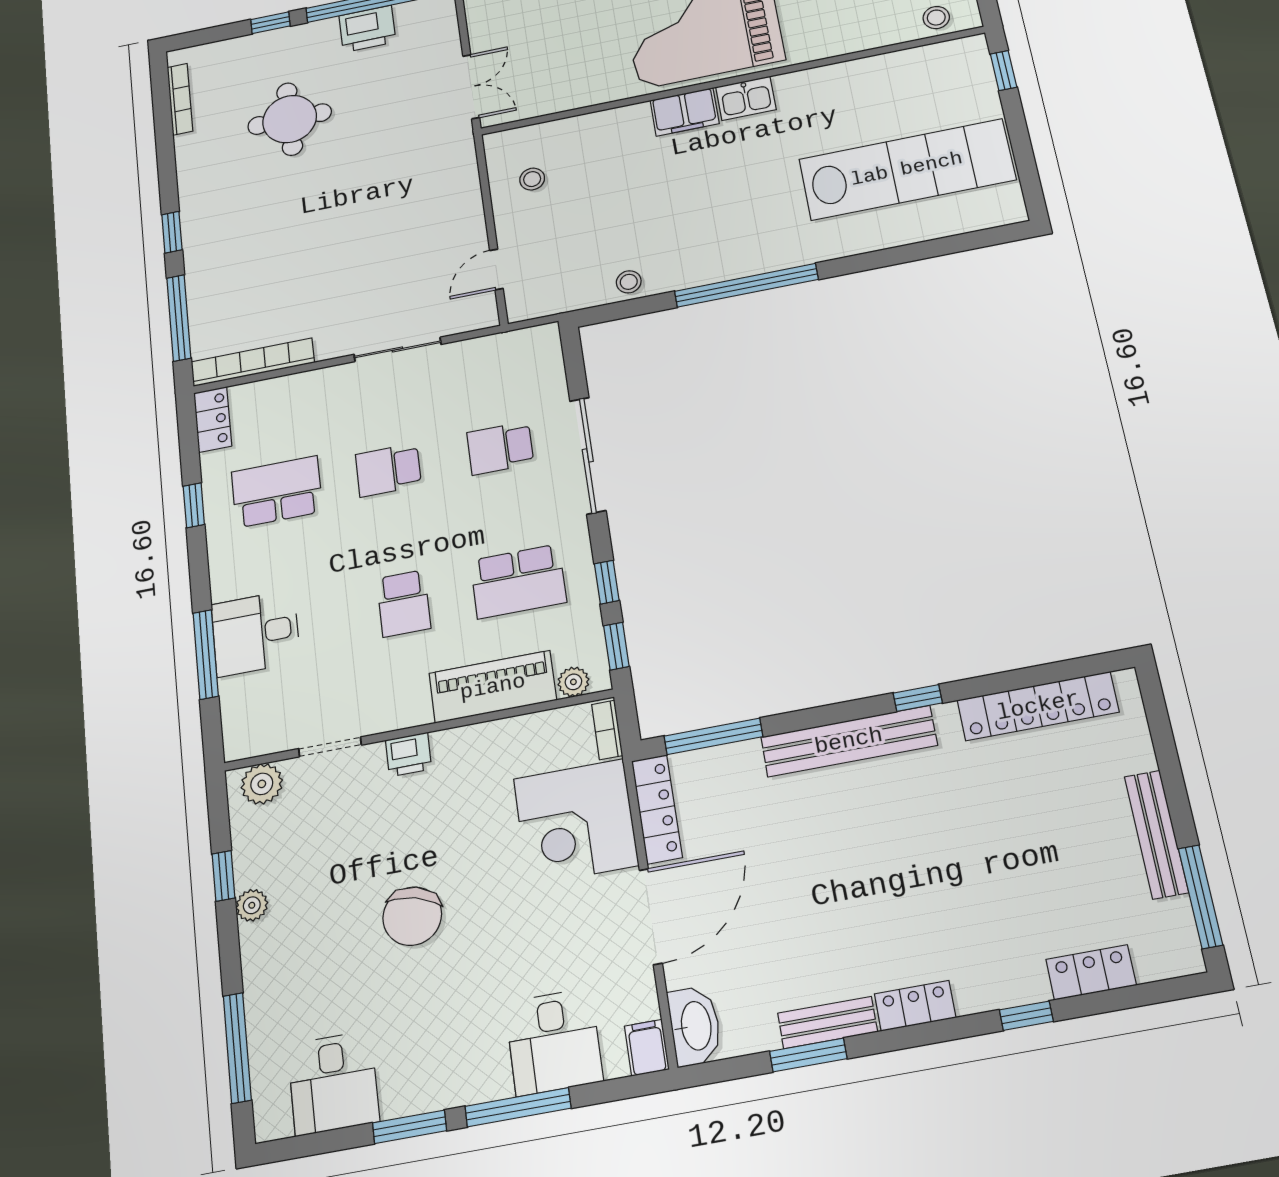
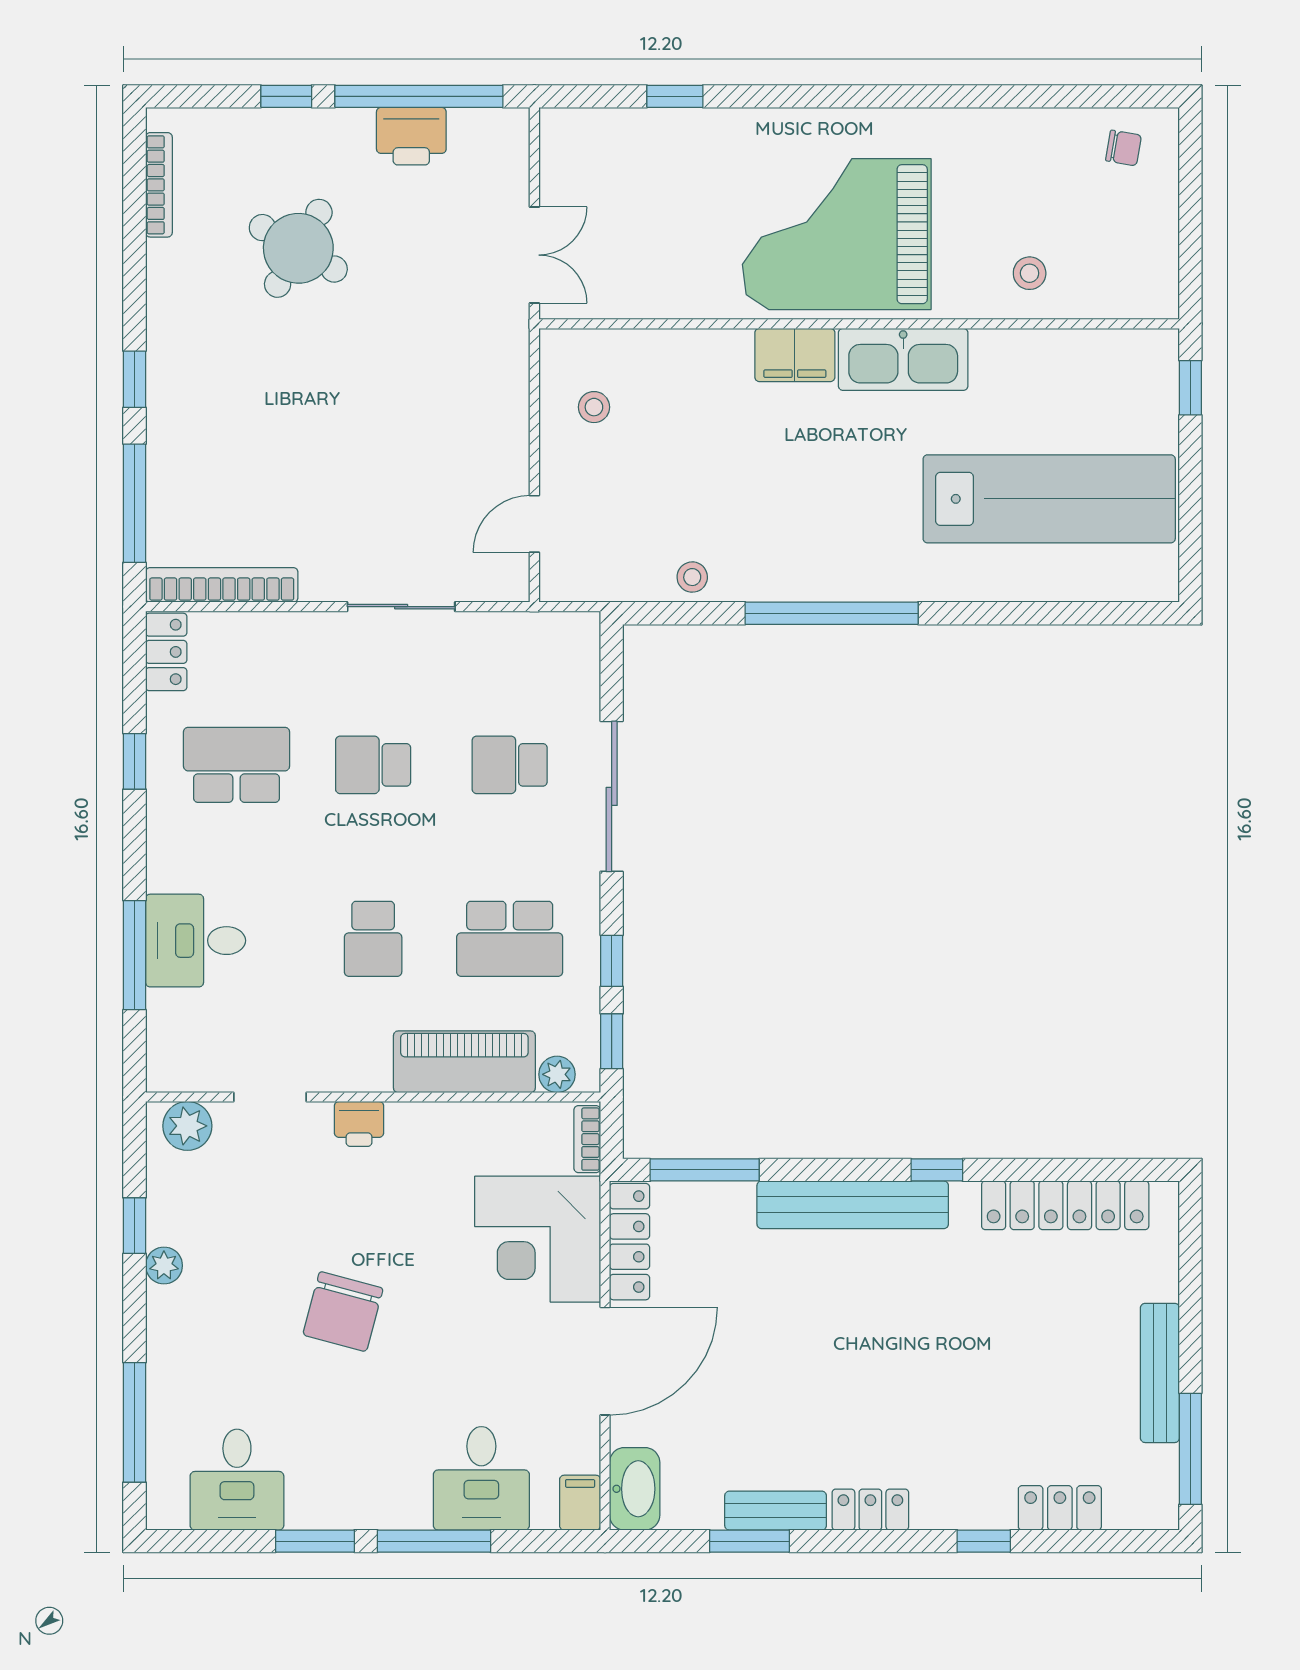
stool: (936, 18) -> (1030, 273), moved
kitchen sink: (746, 98) -> (903, 359), width x1.88, depth x1.24
round table: (290, 119) -> (298, 248), turned 30

